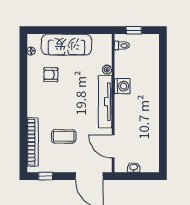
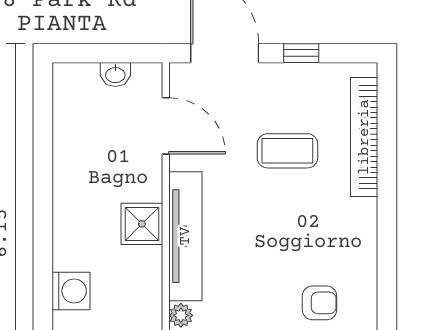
washing machine: (122, 86) -> (71, 291), moved, turned 180
shower: (123, 107) -> (142, 224), added
window: (46, 176) -> (301, 53), moved

